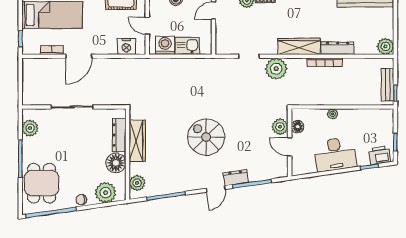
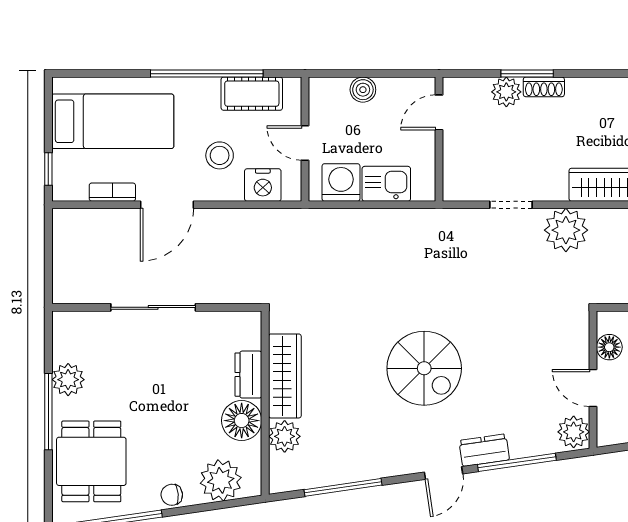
stool: (105, 32) -> (220, 155), added
plant: (280, 127) -> (574, 432), moved
plant: (30, 128) -> (68, 380), moved
dresser: (119, 135) -> (248, 375), width x0.70
spiral stairs: (206, 137) -> (424, 368), turned 180
plant: (137, 183) -> (285, 436), moved

